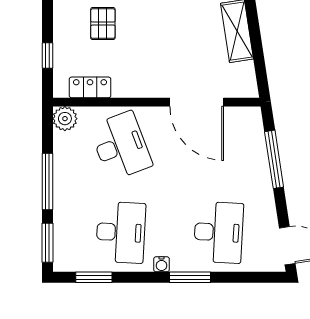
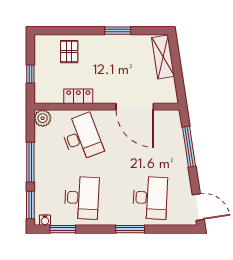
locker: (90, 87) -> (78, 96), moved
water cooler: (161, 264) -> (45, 220), moved

